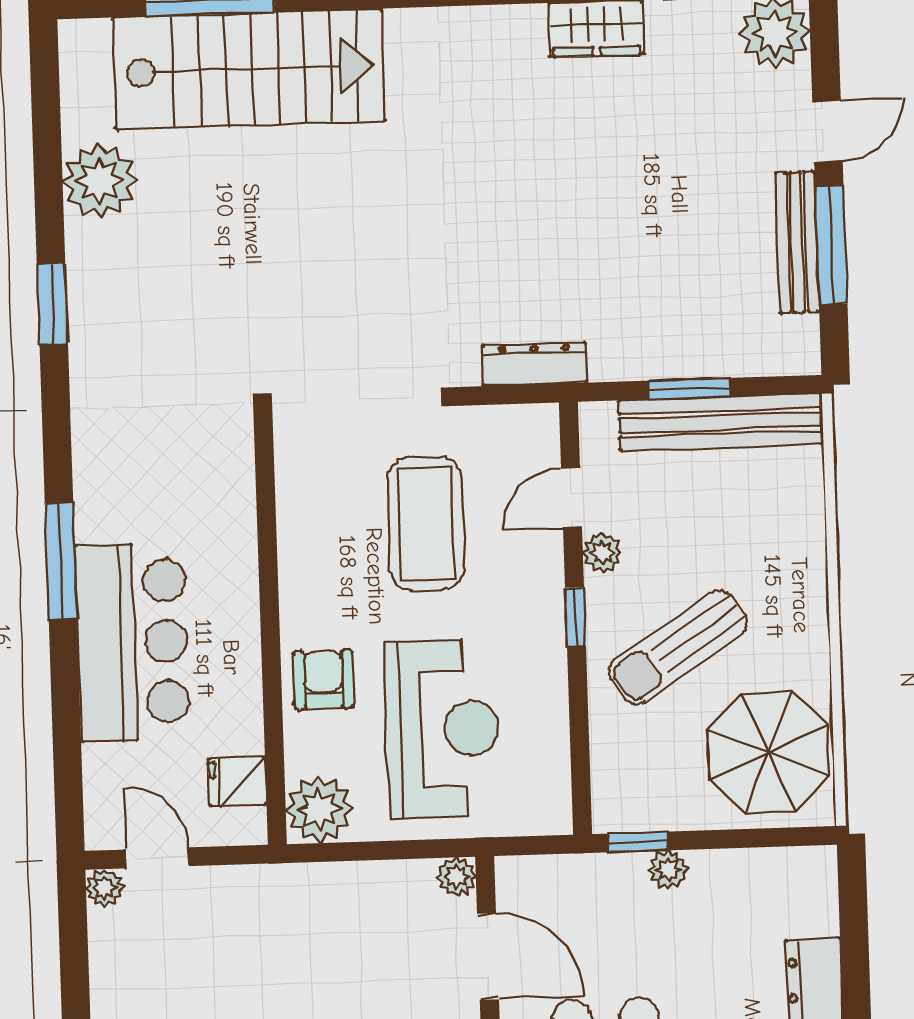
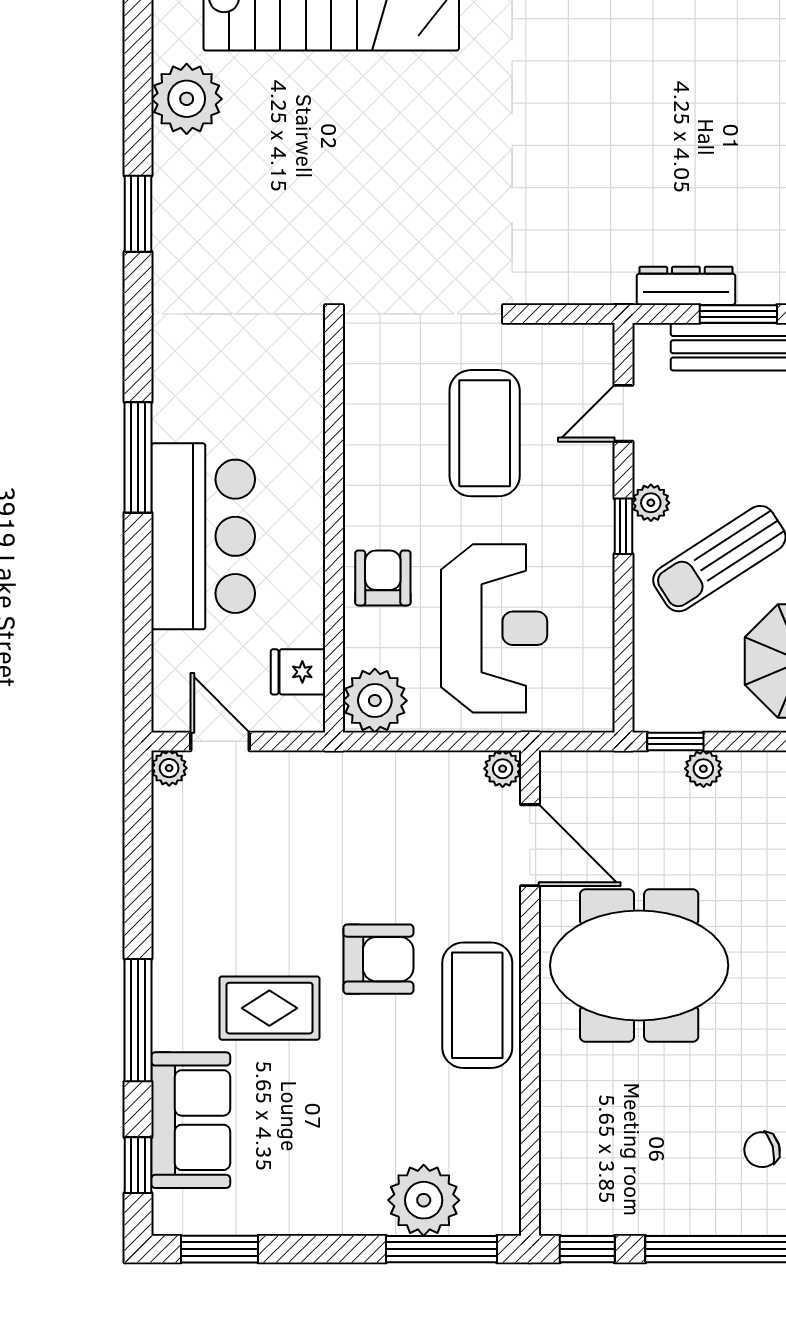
dresser: (534, 364) -> (686, 286), moved
plant: (602, 553) -> (651, 503), moved

